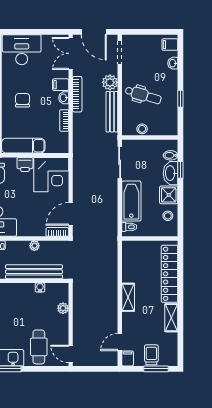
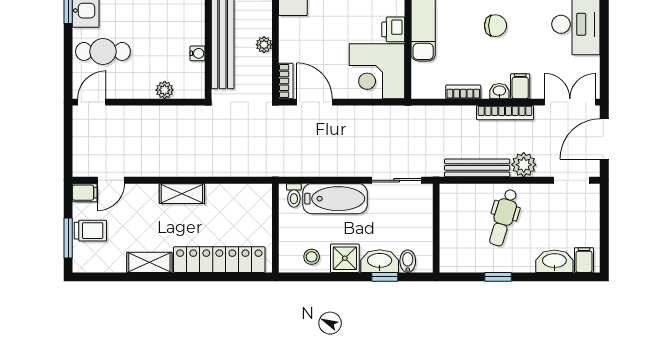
washbasin: (173, 63) -> (554, 261), width x1.91, depth x1.45
stool: (142, 129) -> (450, 216), removed
door: (120, 342) -> (111, 180), swing flipped

